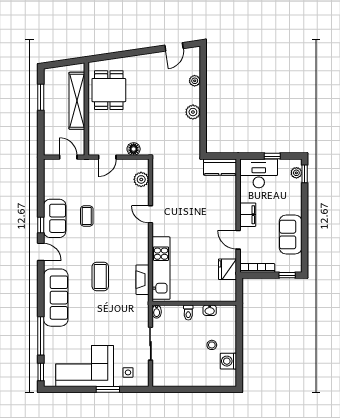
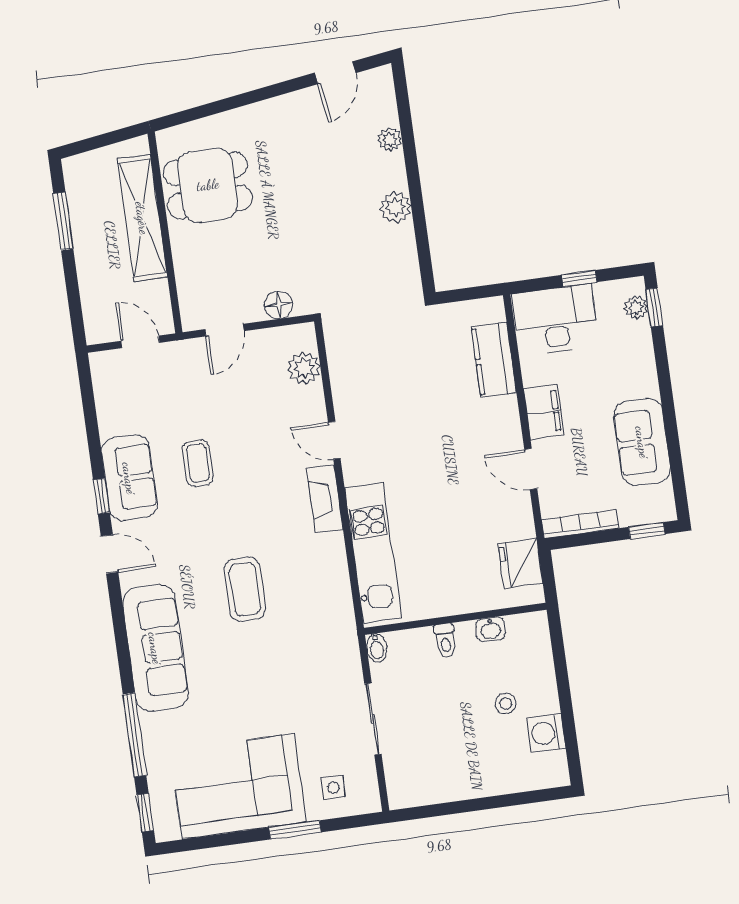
dining table: (109, 90) -> (208, 185), turned 90
kitchen counter: (220, 167) -> (494, 360), moved, turned 90
fridge: (227, 269) -> (521, 563), moved
fireplace: (142, 280) -> (325, 499), moved

